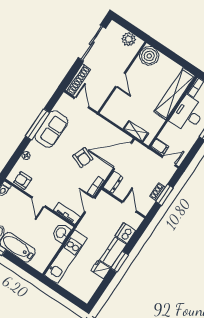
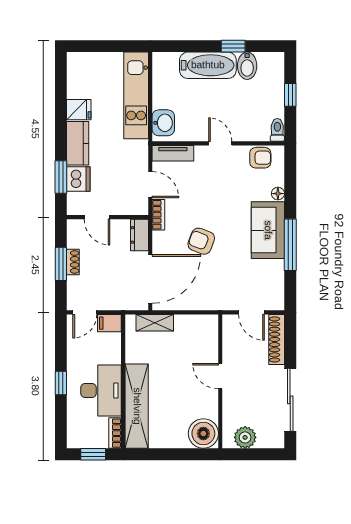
sofa: (51, 129) -> (268, 230), moved
window: (120, 262) -> (61, 177), moved

